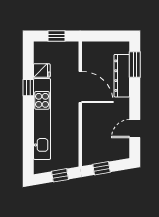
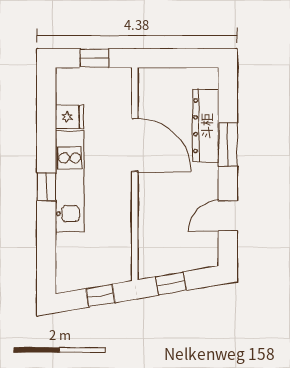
window: (135, 64) -> (228, 144), moved
window: (28, 88) -> (46, 187), moved
kitchen unit: (42, 119) -> (70, 181), width x0.73

